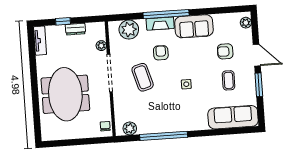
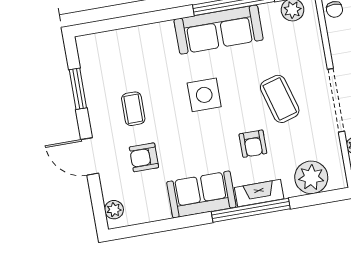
armchair: (225, 51) -> (144, 157), turned 180
side table: (186, 84) -> (204, 95), width x1.87, depth x1.87
window: (259, 85) -> (78, 89), moved
sofa: (233, 117) -> (219, 30), moved

